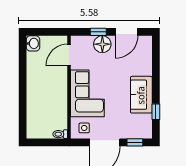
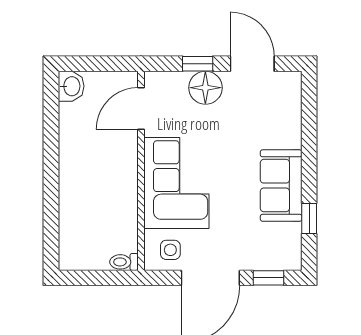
door: (126, 32) -> (252, 64), swing flipped

